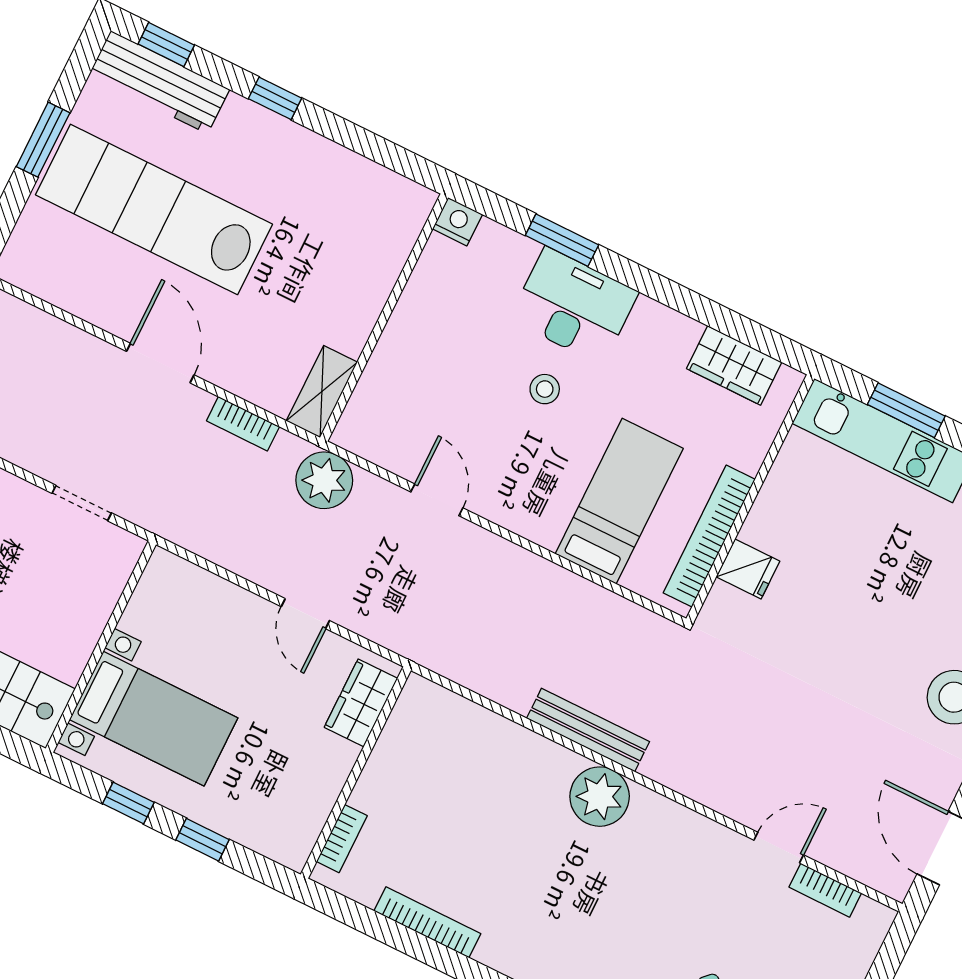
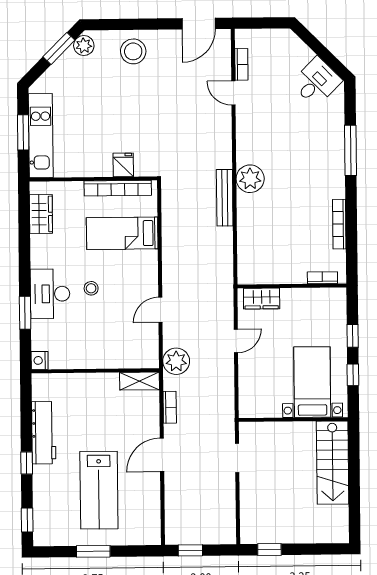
workbench: (159, 82) -> (44, 433), moved
lab bench: (154, 209) -> (99, 490), width x0.73

